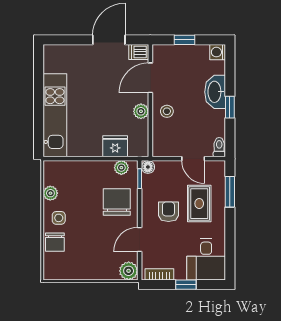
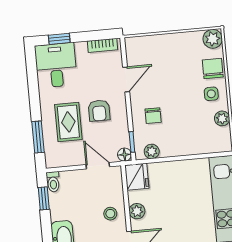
window: (230, 107) -> (44, 198), moved
fridge: (115, 146) -> (137, 177), moved, turned -90
door: (193, 159) -> (98, 166), moved
chair: (117, 202) -> (153, 116), width x0.54, depth x0.54
plant: (129, 271) -> (213, 39), moved
window: (186, 285) -> (59, 39), moved

